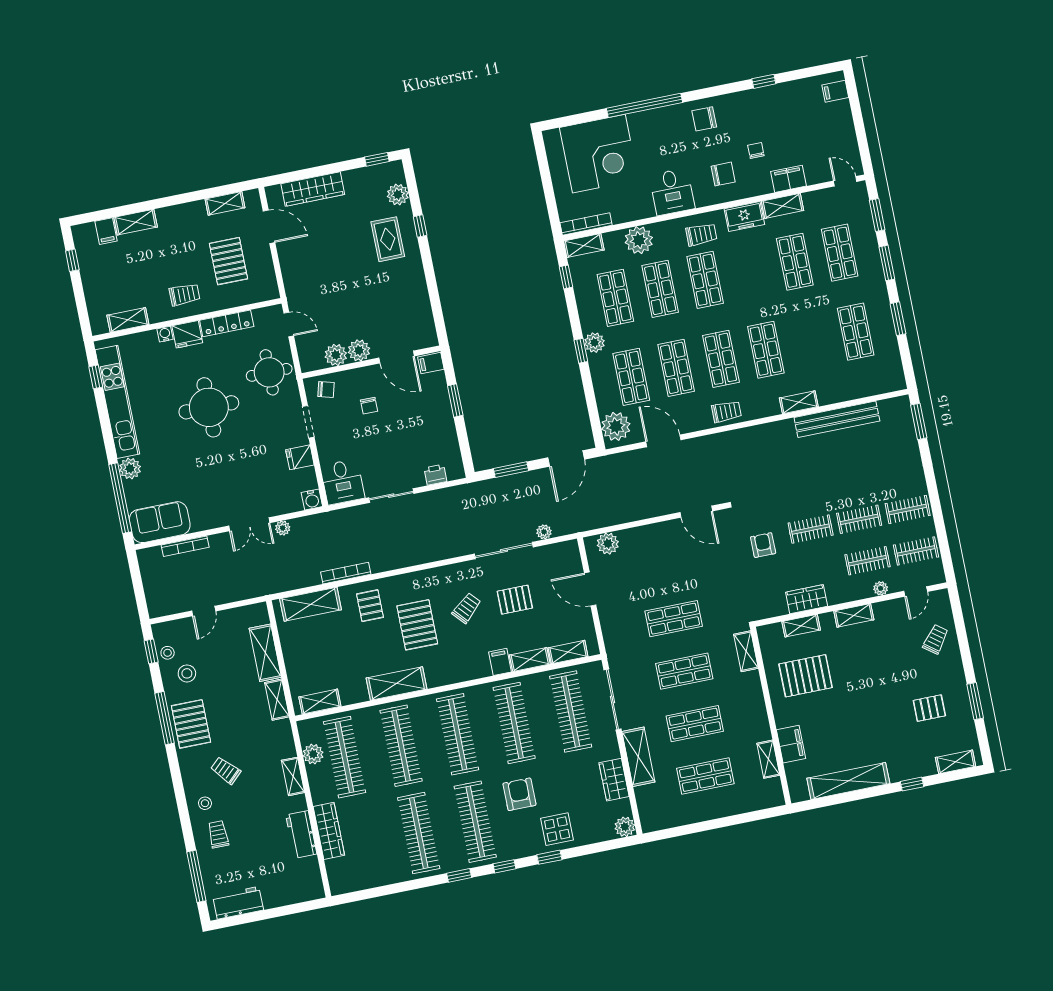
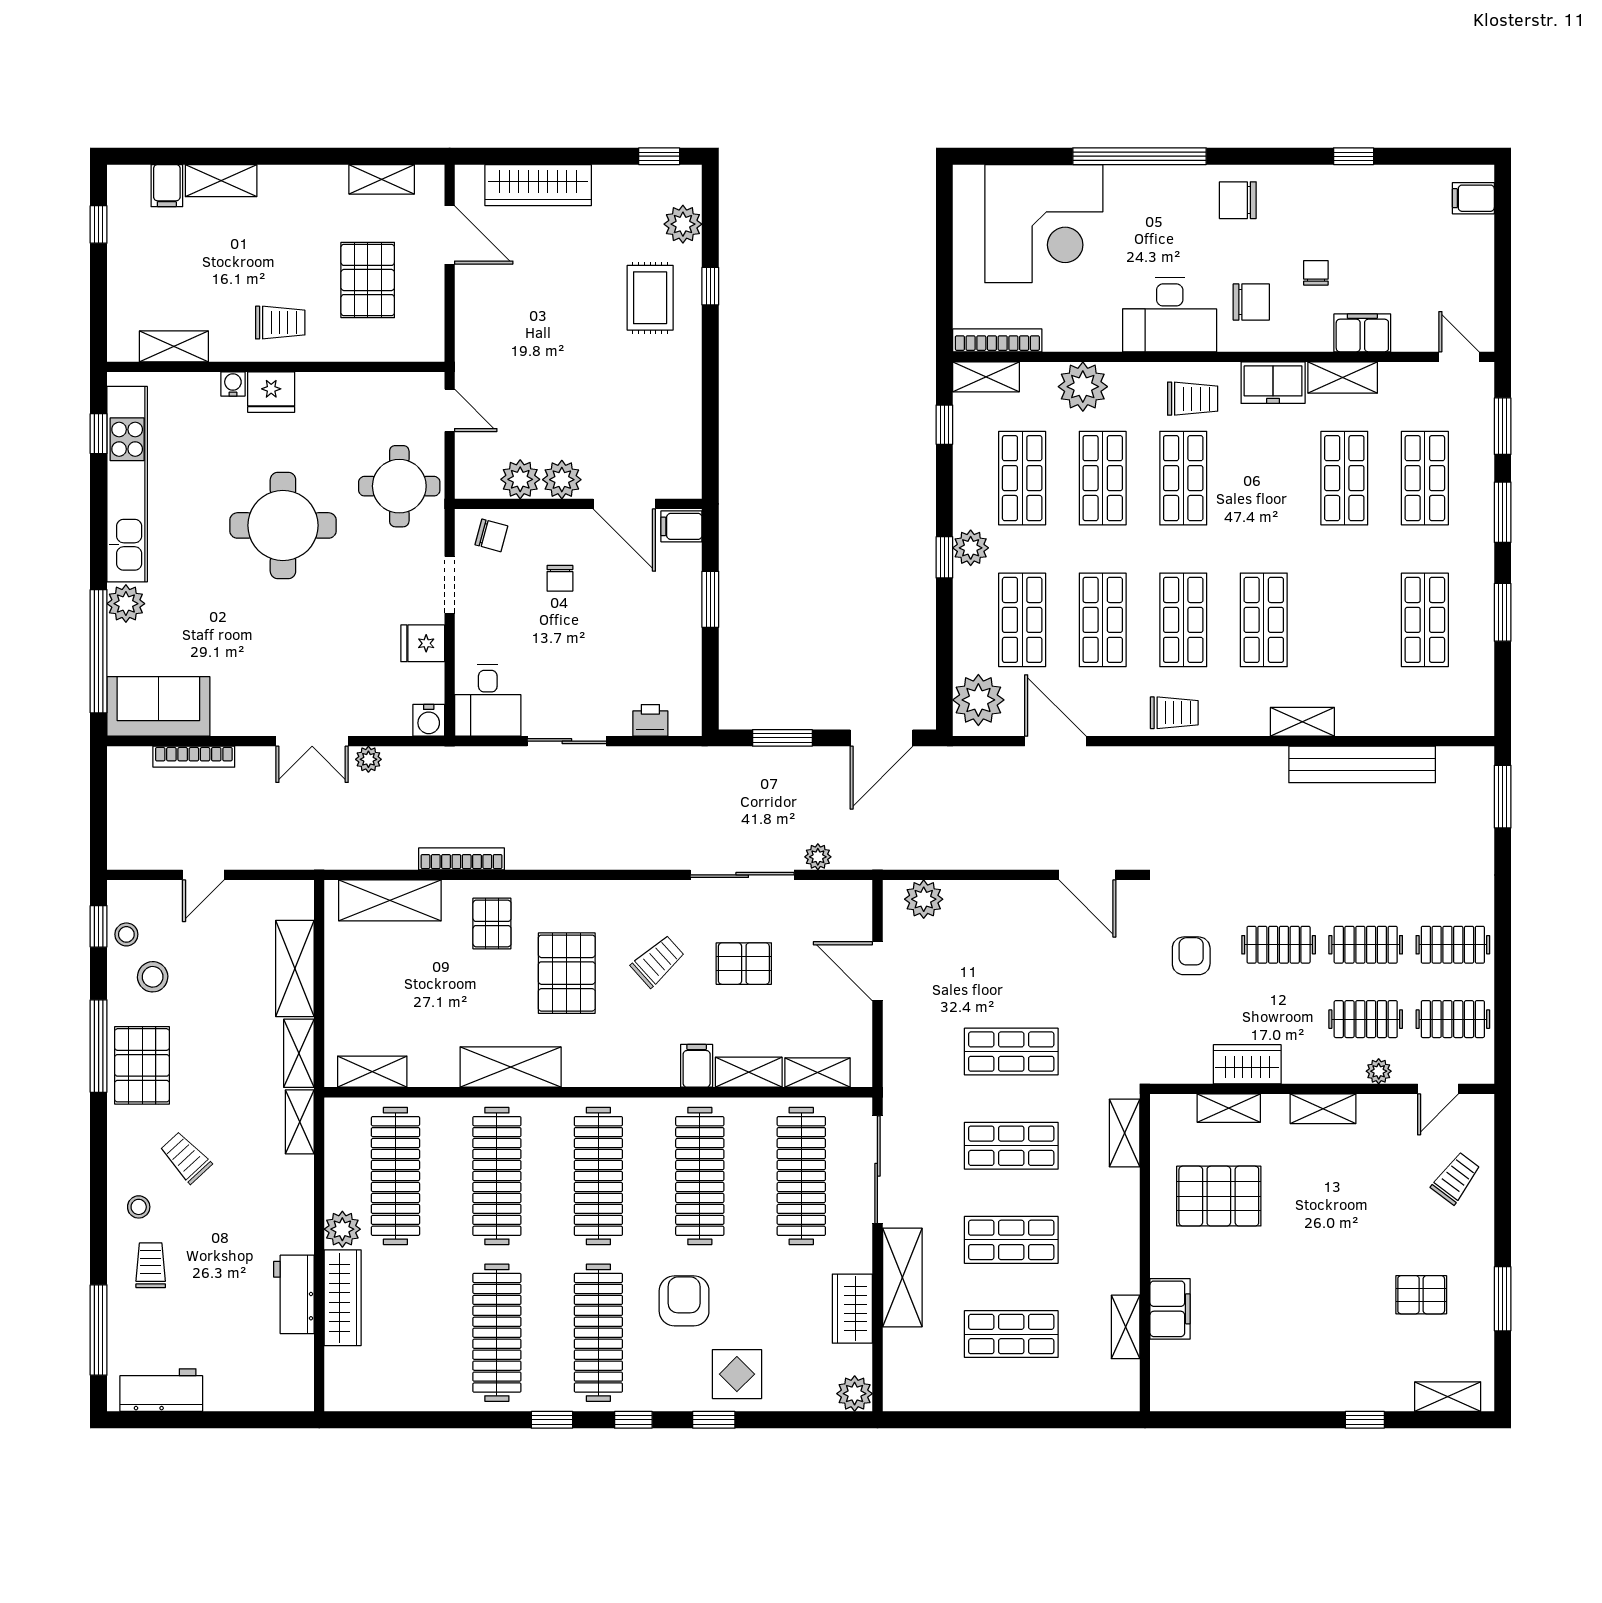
desk: (672, 192) -> (1170, 315), width x1.37
locker: (227, 323) -> (343, 387), removed
plant: (313, 754) -> (342, 1229), moved
shelving: (293, 776) -> (300, 1122), moved
shelving: (848, 781) -> (1256, 1392), removed

